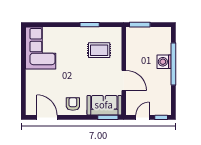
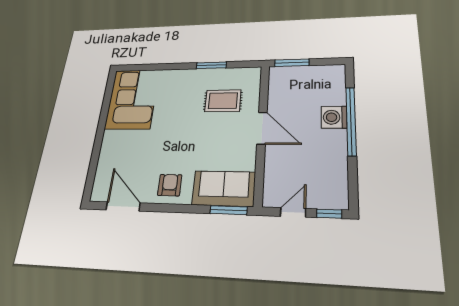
door: (124, 80) -> (262, 128), moved

